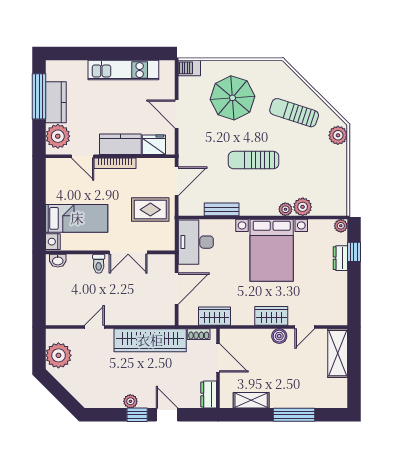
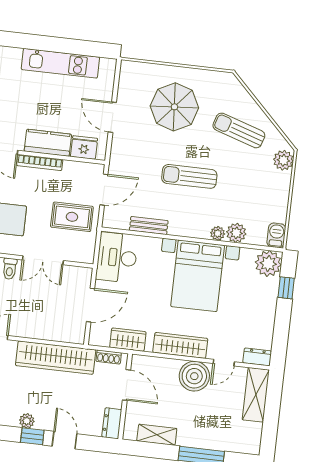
barbecue: (189, 68) -> (276, 235), moved, turned 90
plant: (341, 226) -> (268, 264), width x1.88, depth x1.88
dresser: (340, 258) -> (257, 357), moved, turned 90
wardrobe: (271, 316) -> (180, 345), width x1.50
boiler: (279, 336) -> (194, 376), width x1.86, depth x1.86

